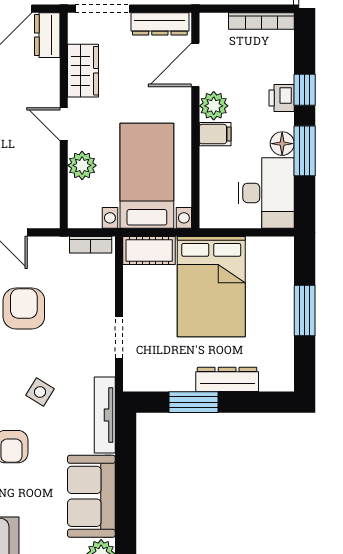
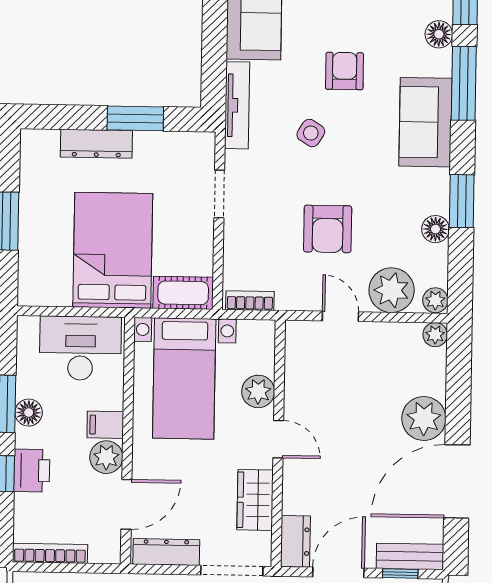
printer: (282, 98) -> (32, 470), width x1.36, depth x1.24
desk: (266, 193) -> (80, 348), moved, turned 90

